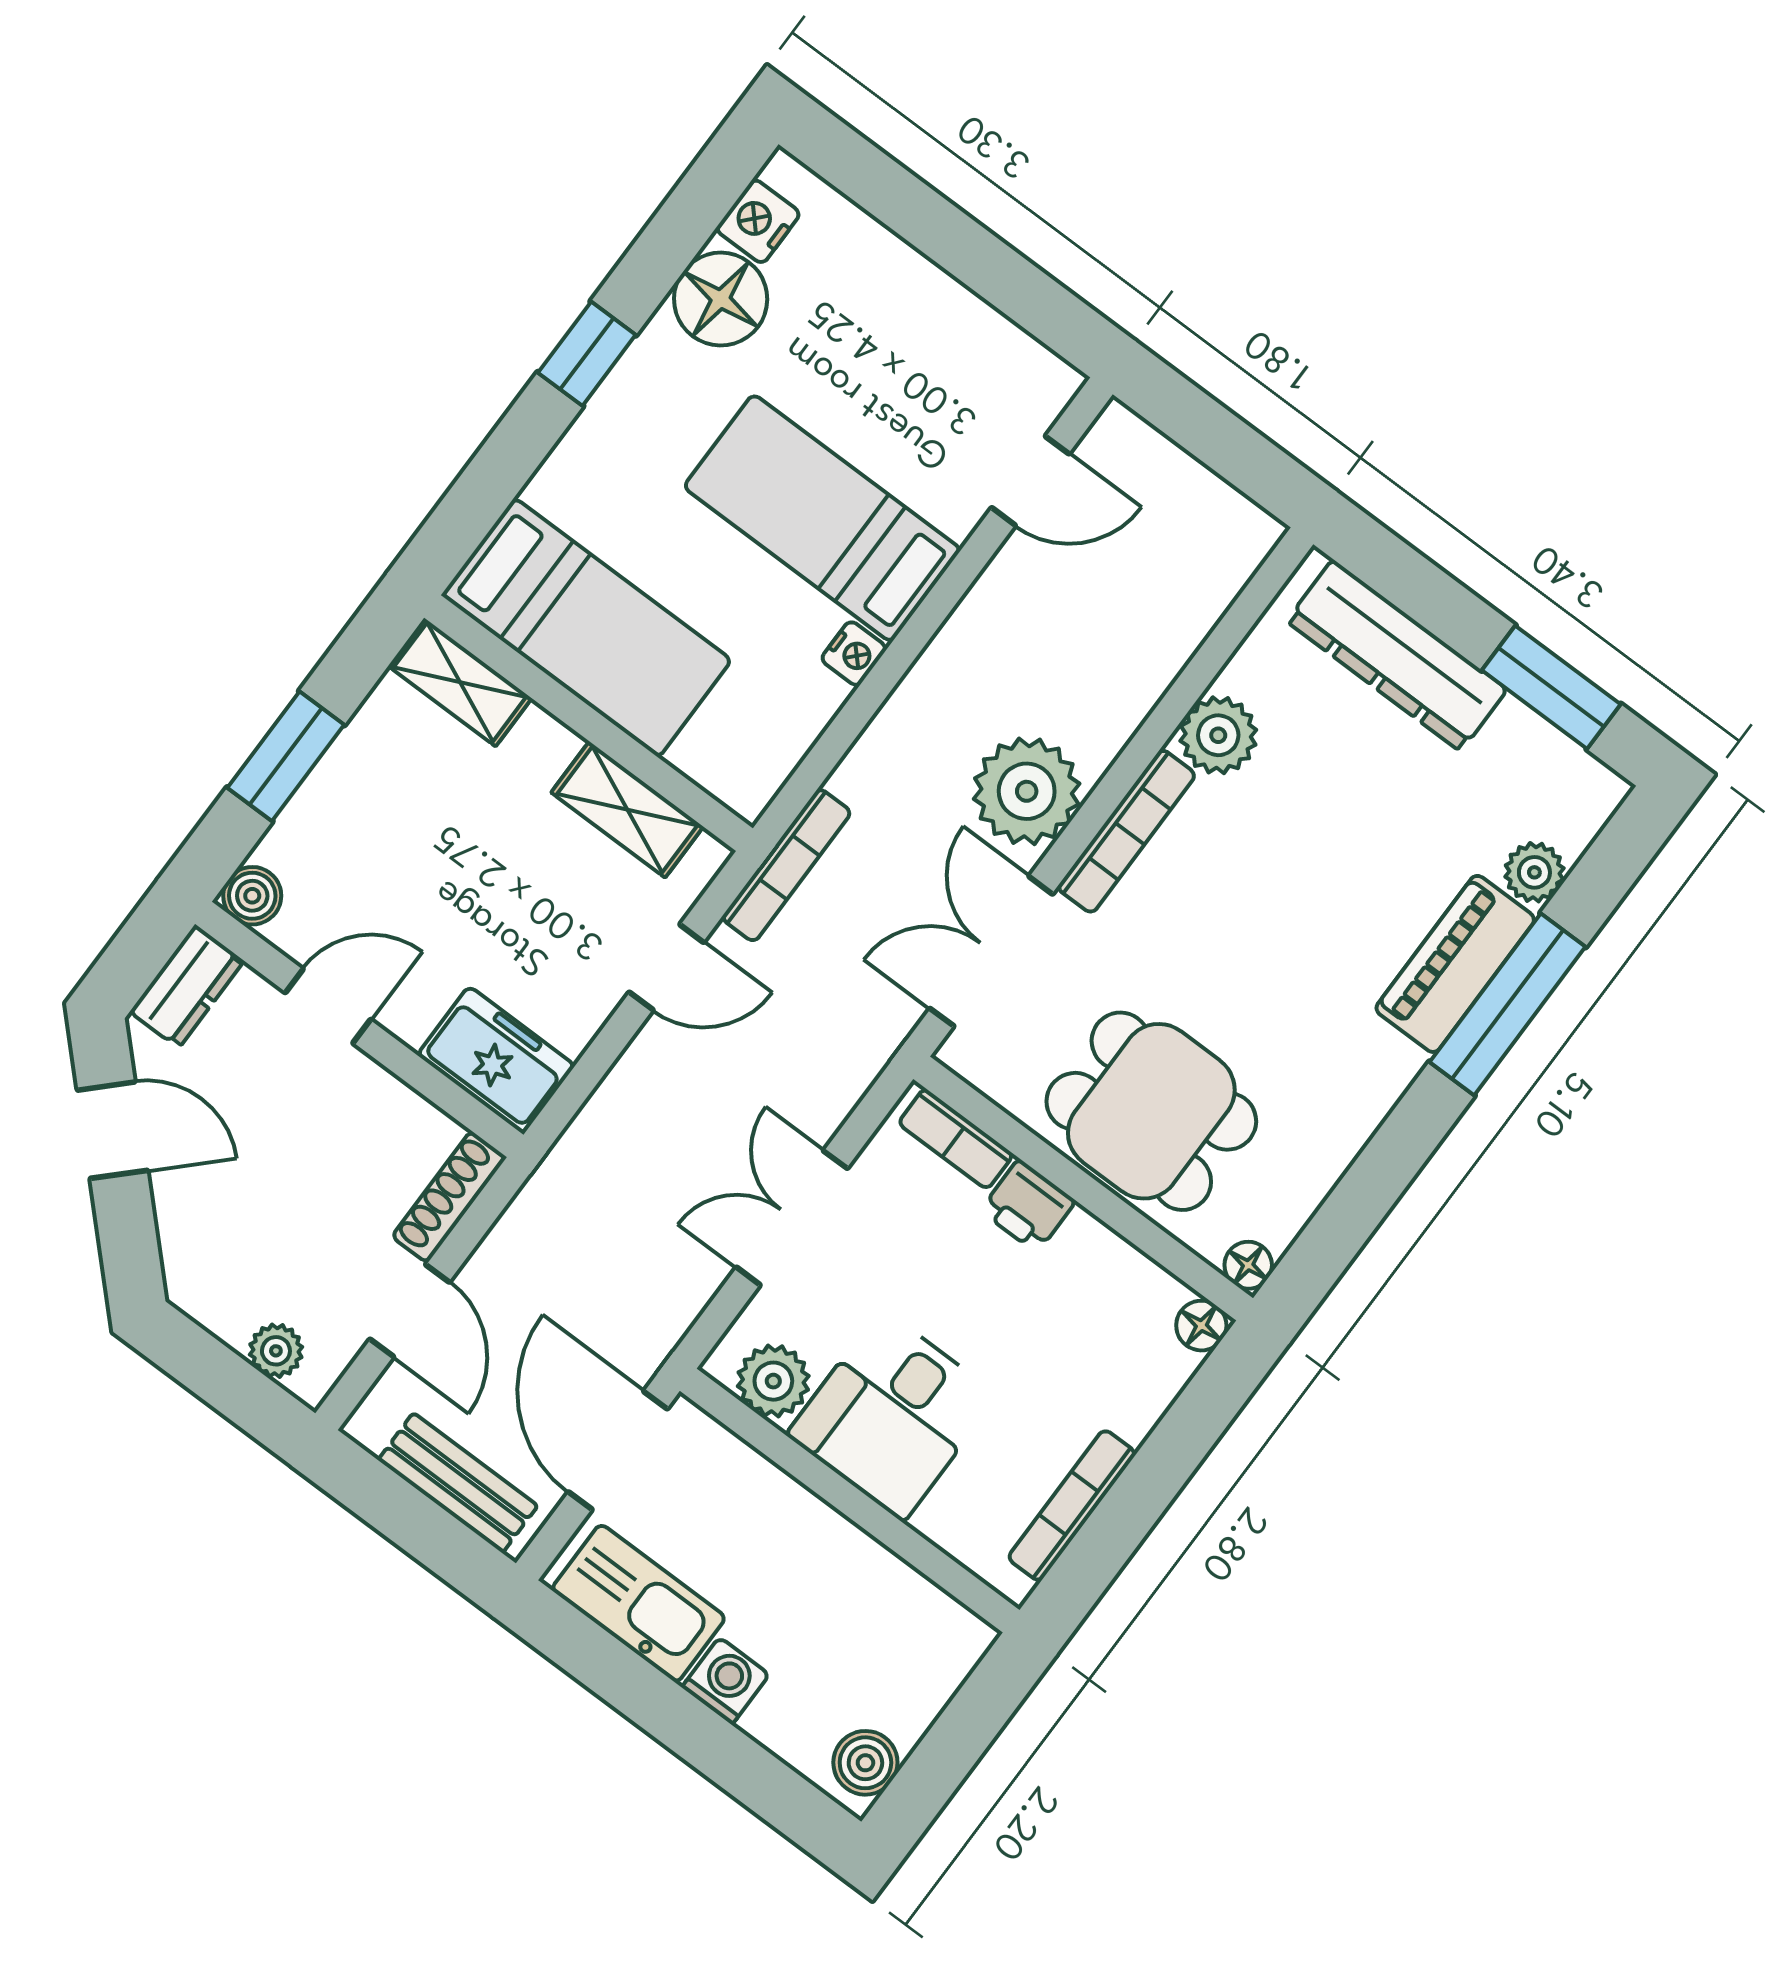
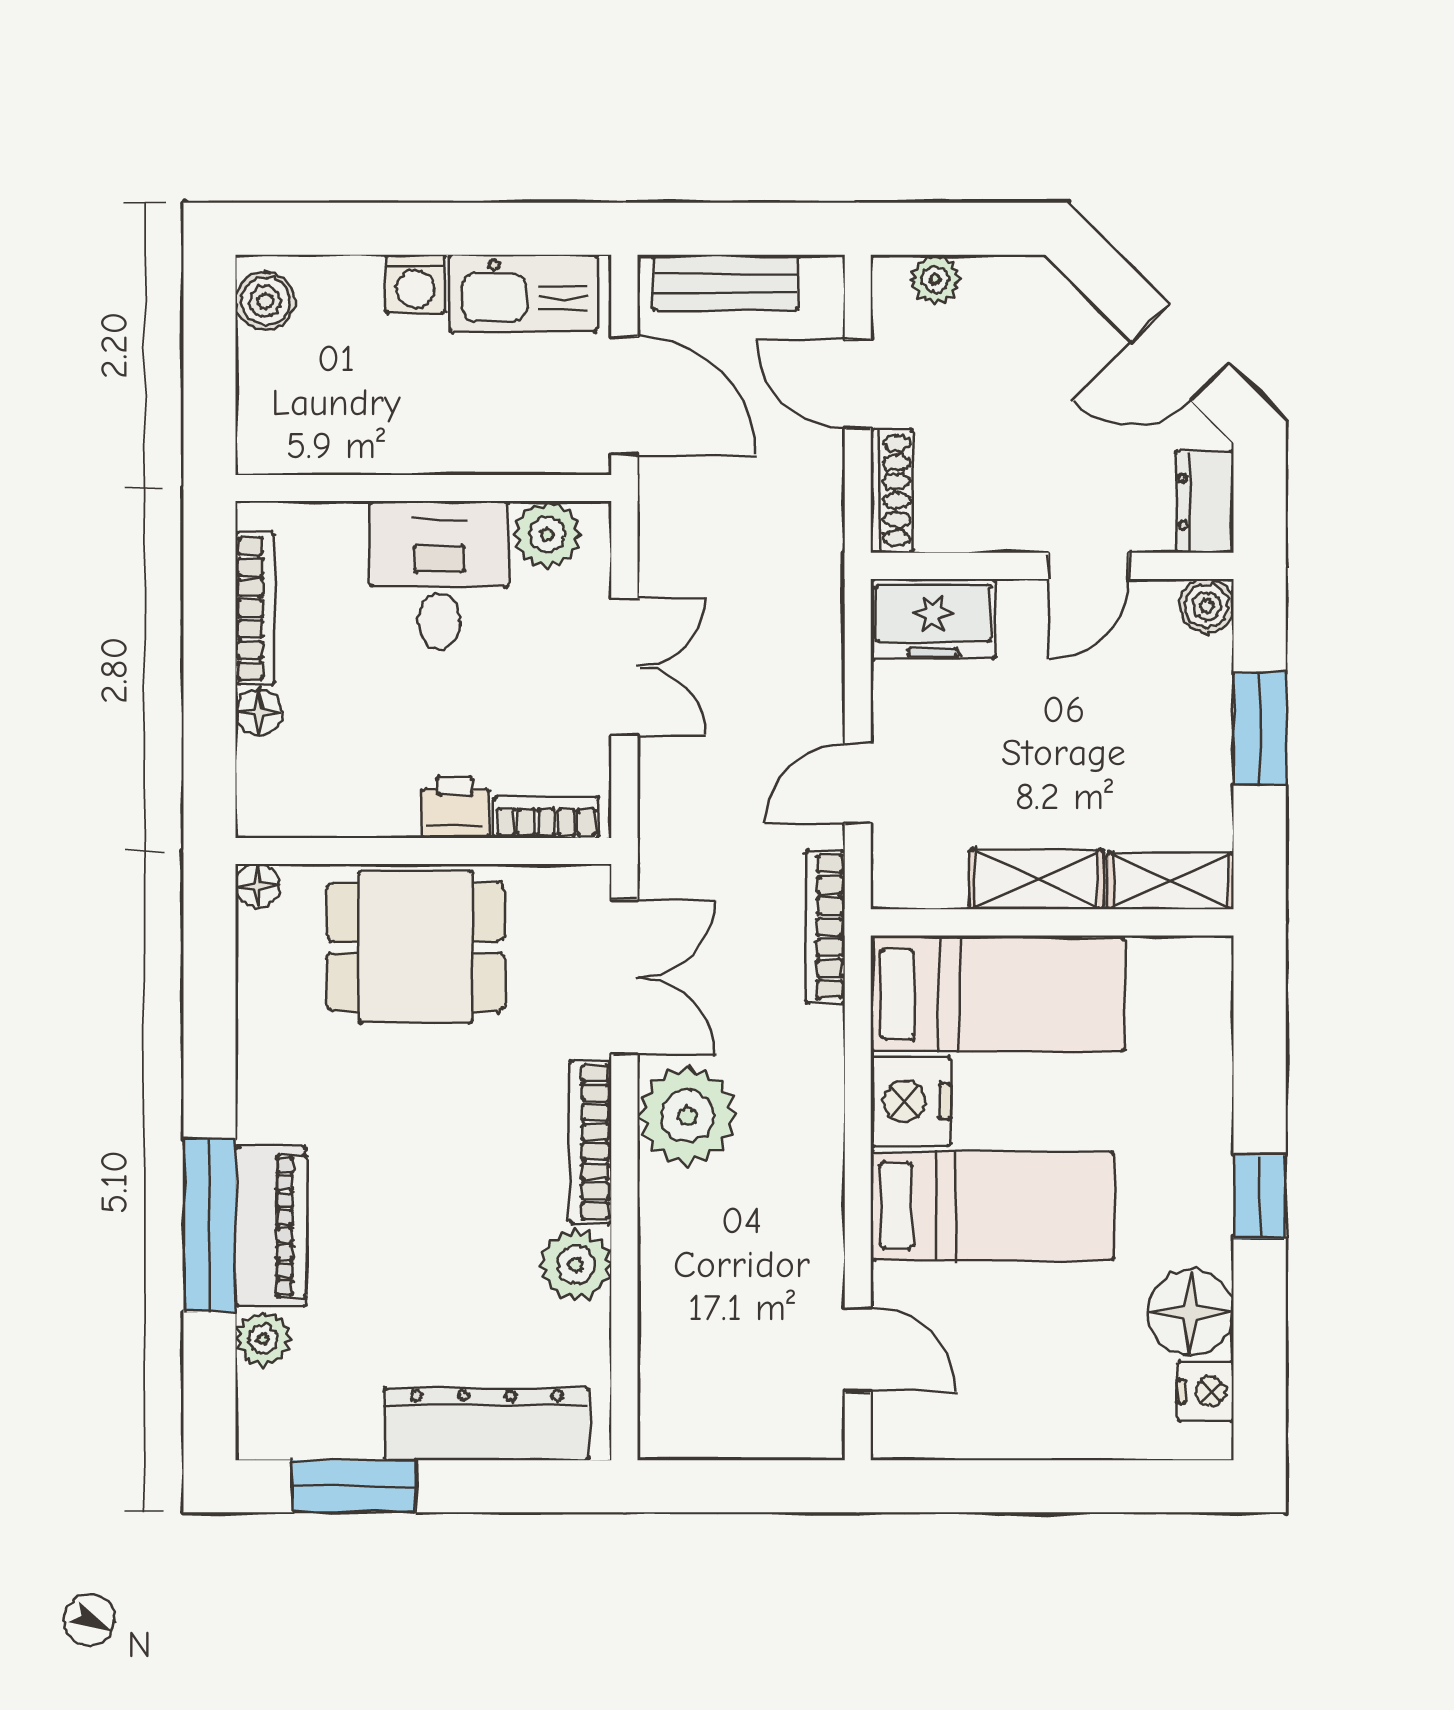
door: (1030, 481) -> (858, 1350), swing flipped
bed: (586, 628) -> (997, 994), moved, turned 180
nightstand: (854, 654) -> (911, 1101), width x1.89, depth x1.79
shelving: (627, 809) -> (1037, 879), moved
floor lamp: (1201, 1326) -> (259, 712), moved

